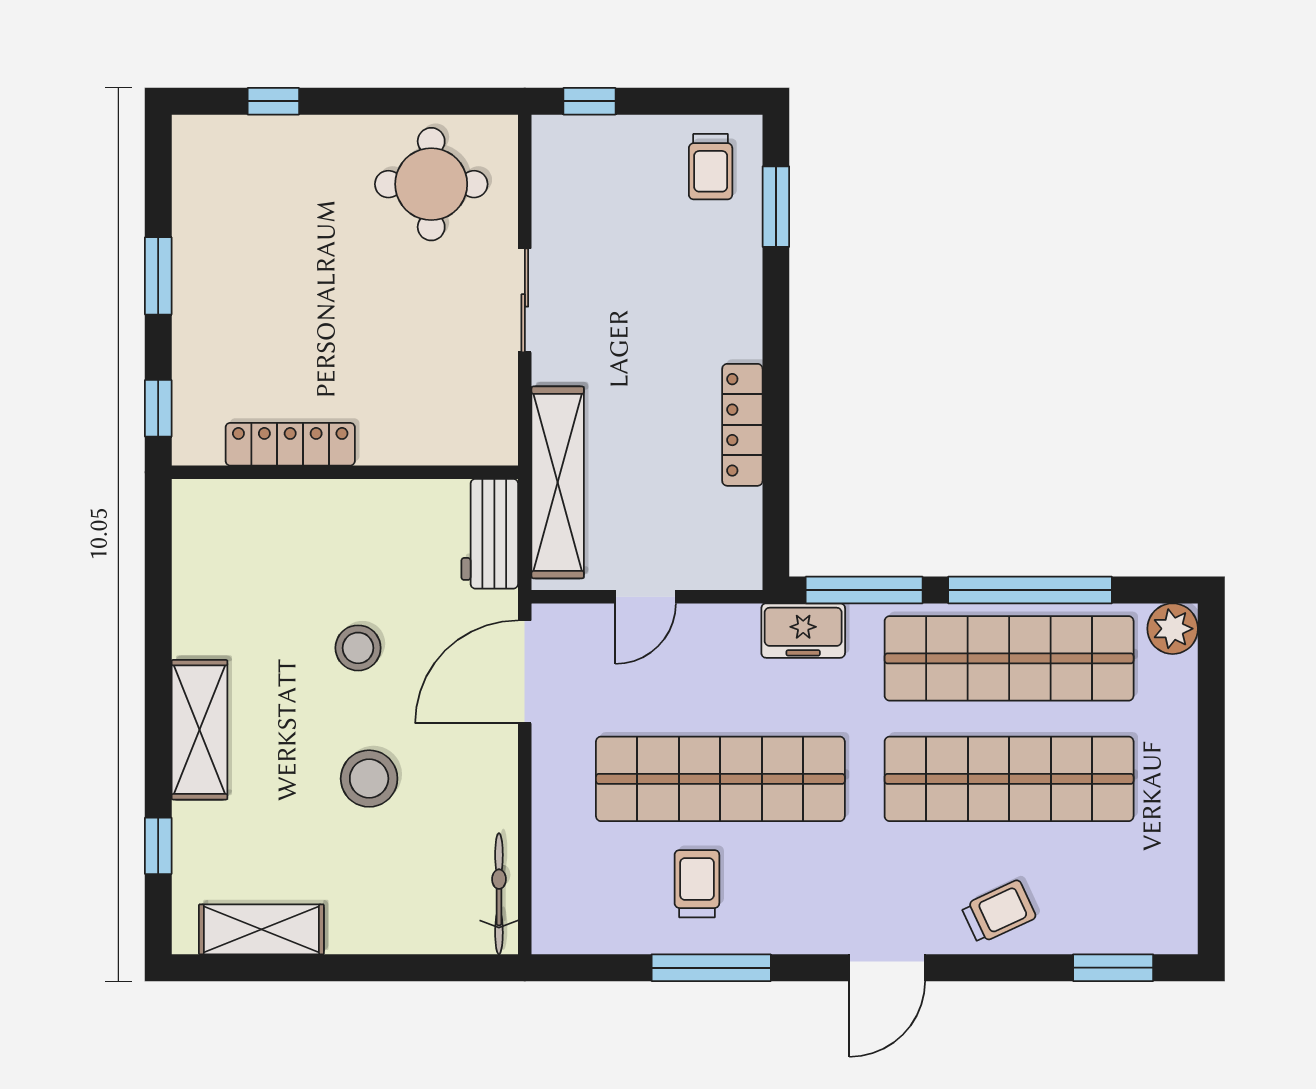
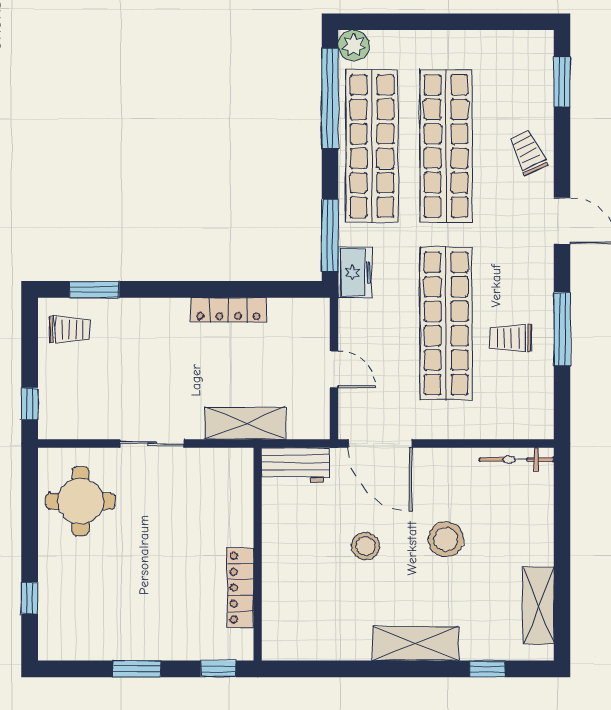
shelving: (558, 482) -> (245, 423), width x0.68
window: (1030, 590) -> (330, 99), moved

